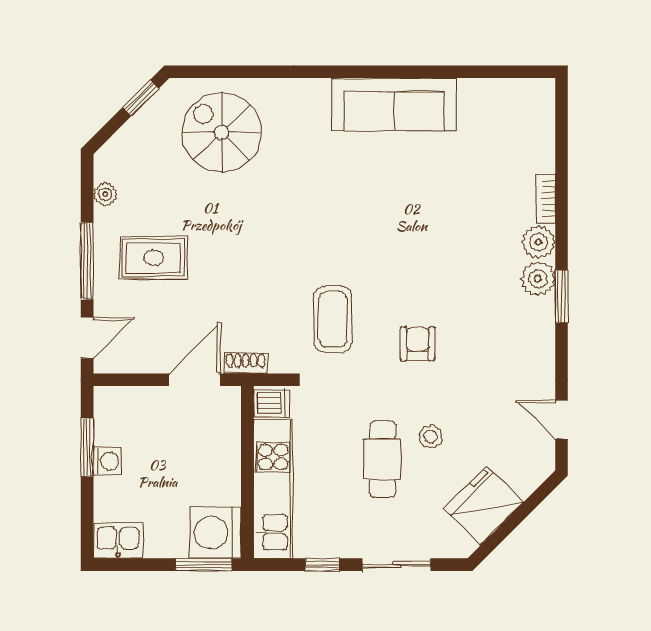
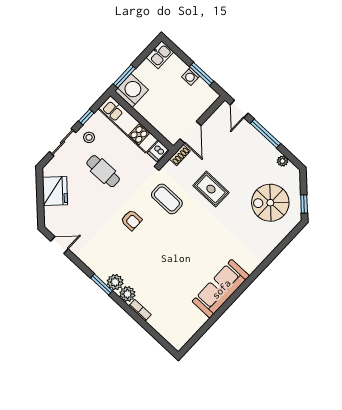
spiral stairs: (222, 132) -> (270, 203), moved, turned 180
rug: (154, 258) -> (211, 189), moved, turned 90
stool: (431, 437) -> (89, 137), moved

